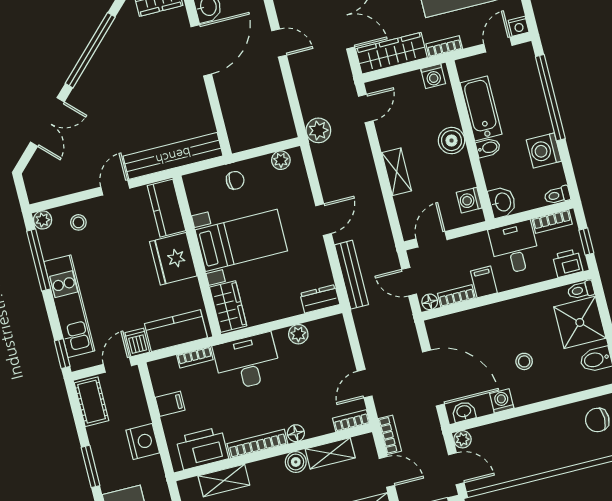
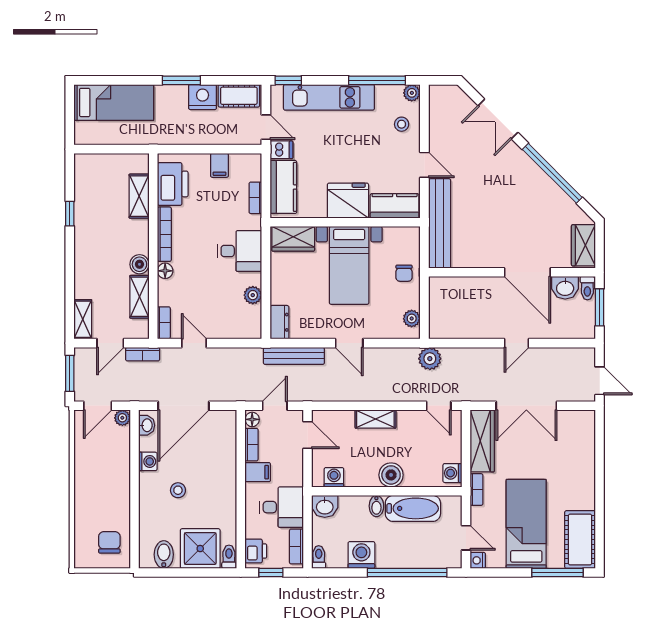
desk: (247, 362) -> (240, 251), width x0.73
nightstand: (143, 441) -> (203, 97), moved, turned 180

